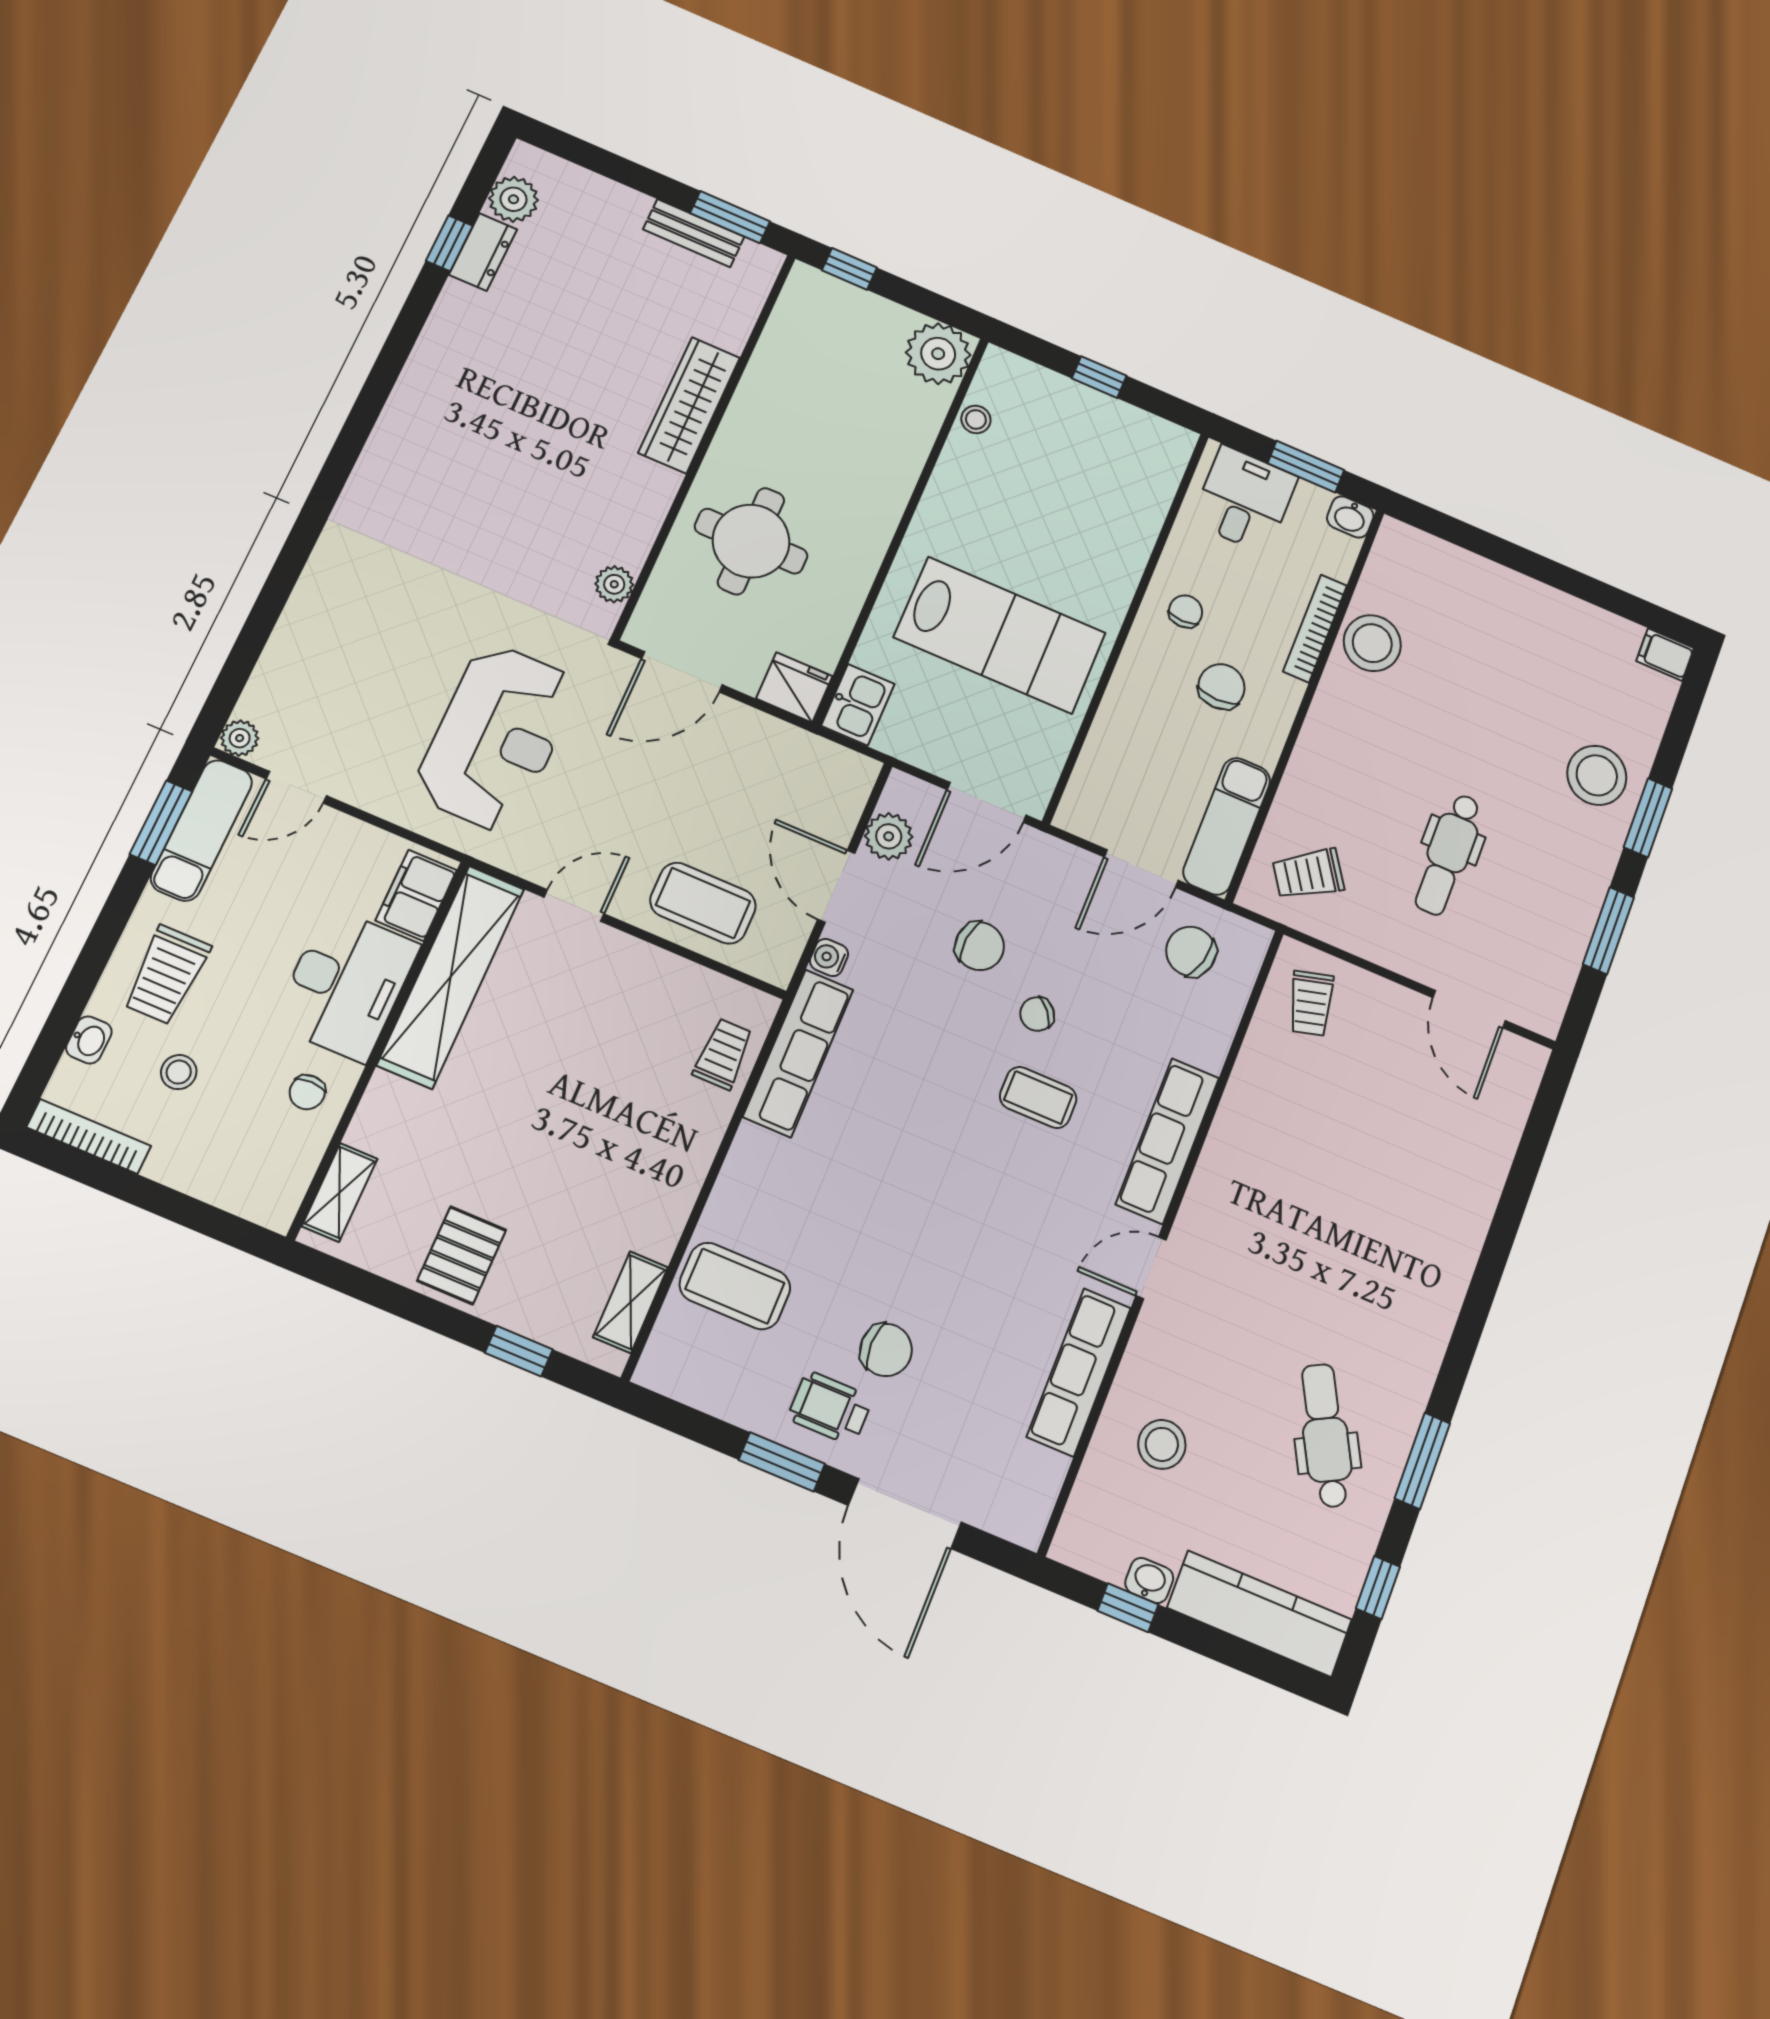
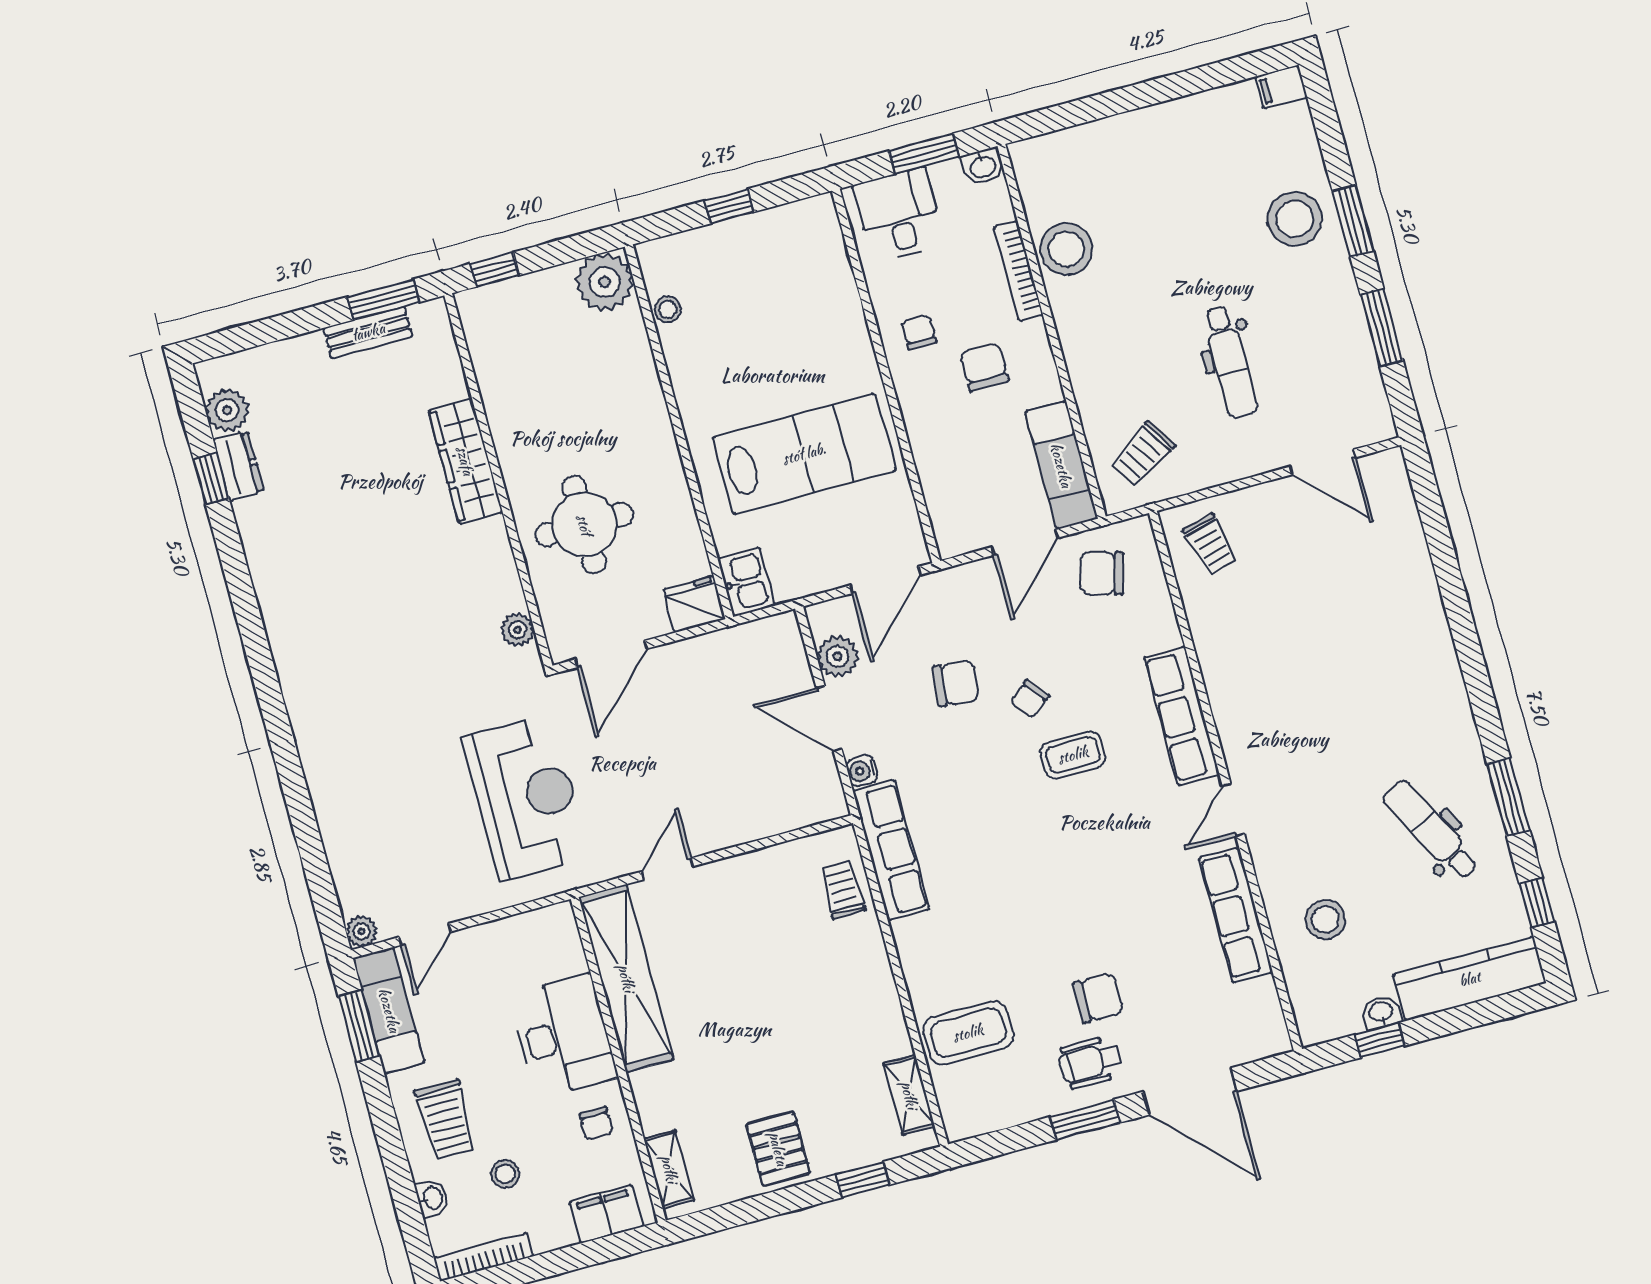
filing cabinet: (416, 895) -> (606, 1214), moved, turned 90
coffee table: (703, 903) -> (750, 800), removed

